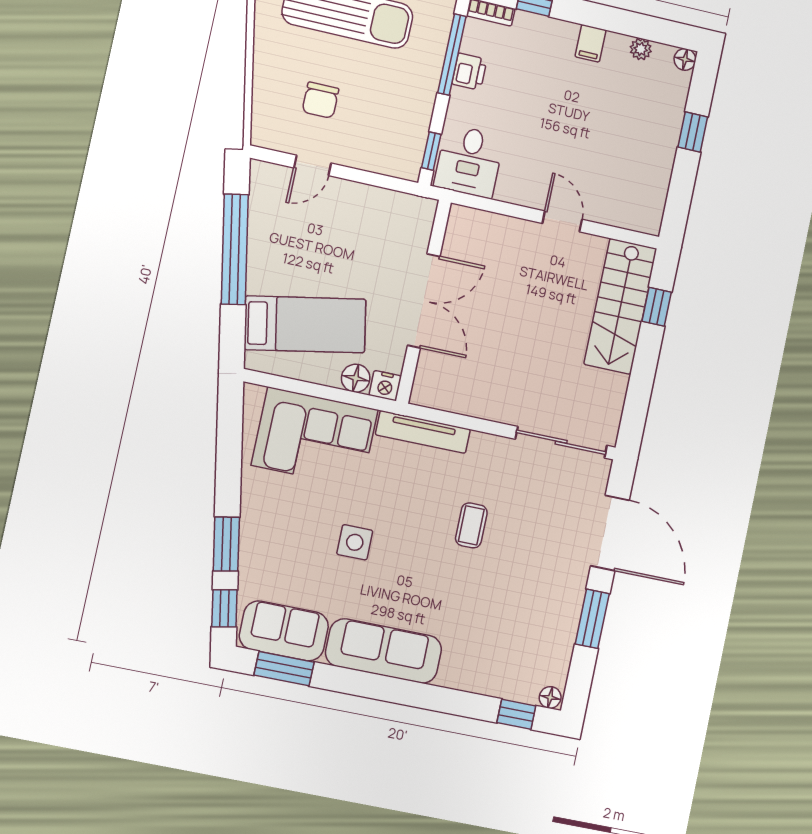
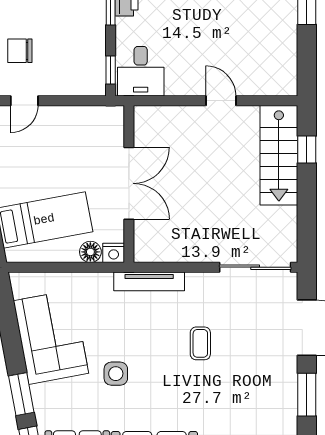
chair: (320, 100) -> (20, 51), turned 90
corner sofa: (315, 437) -> (51, 337), moved, turned -101

